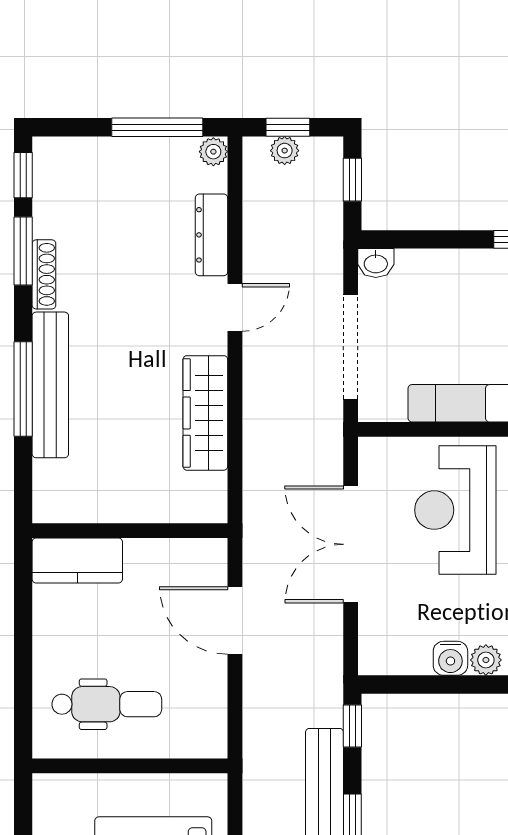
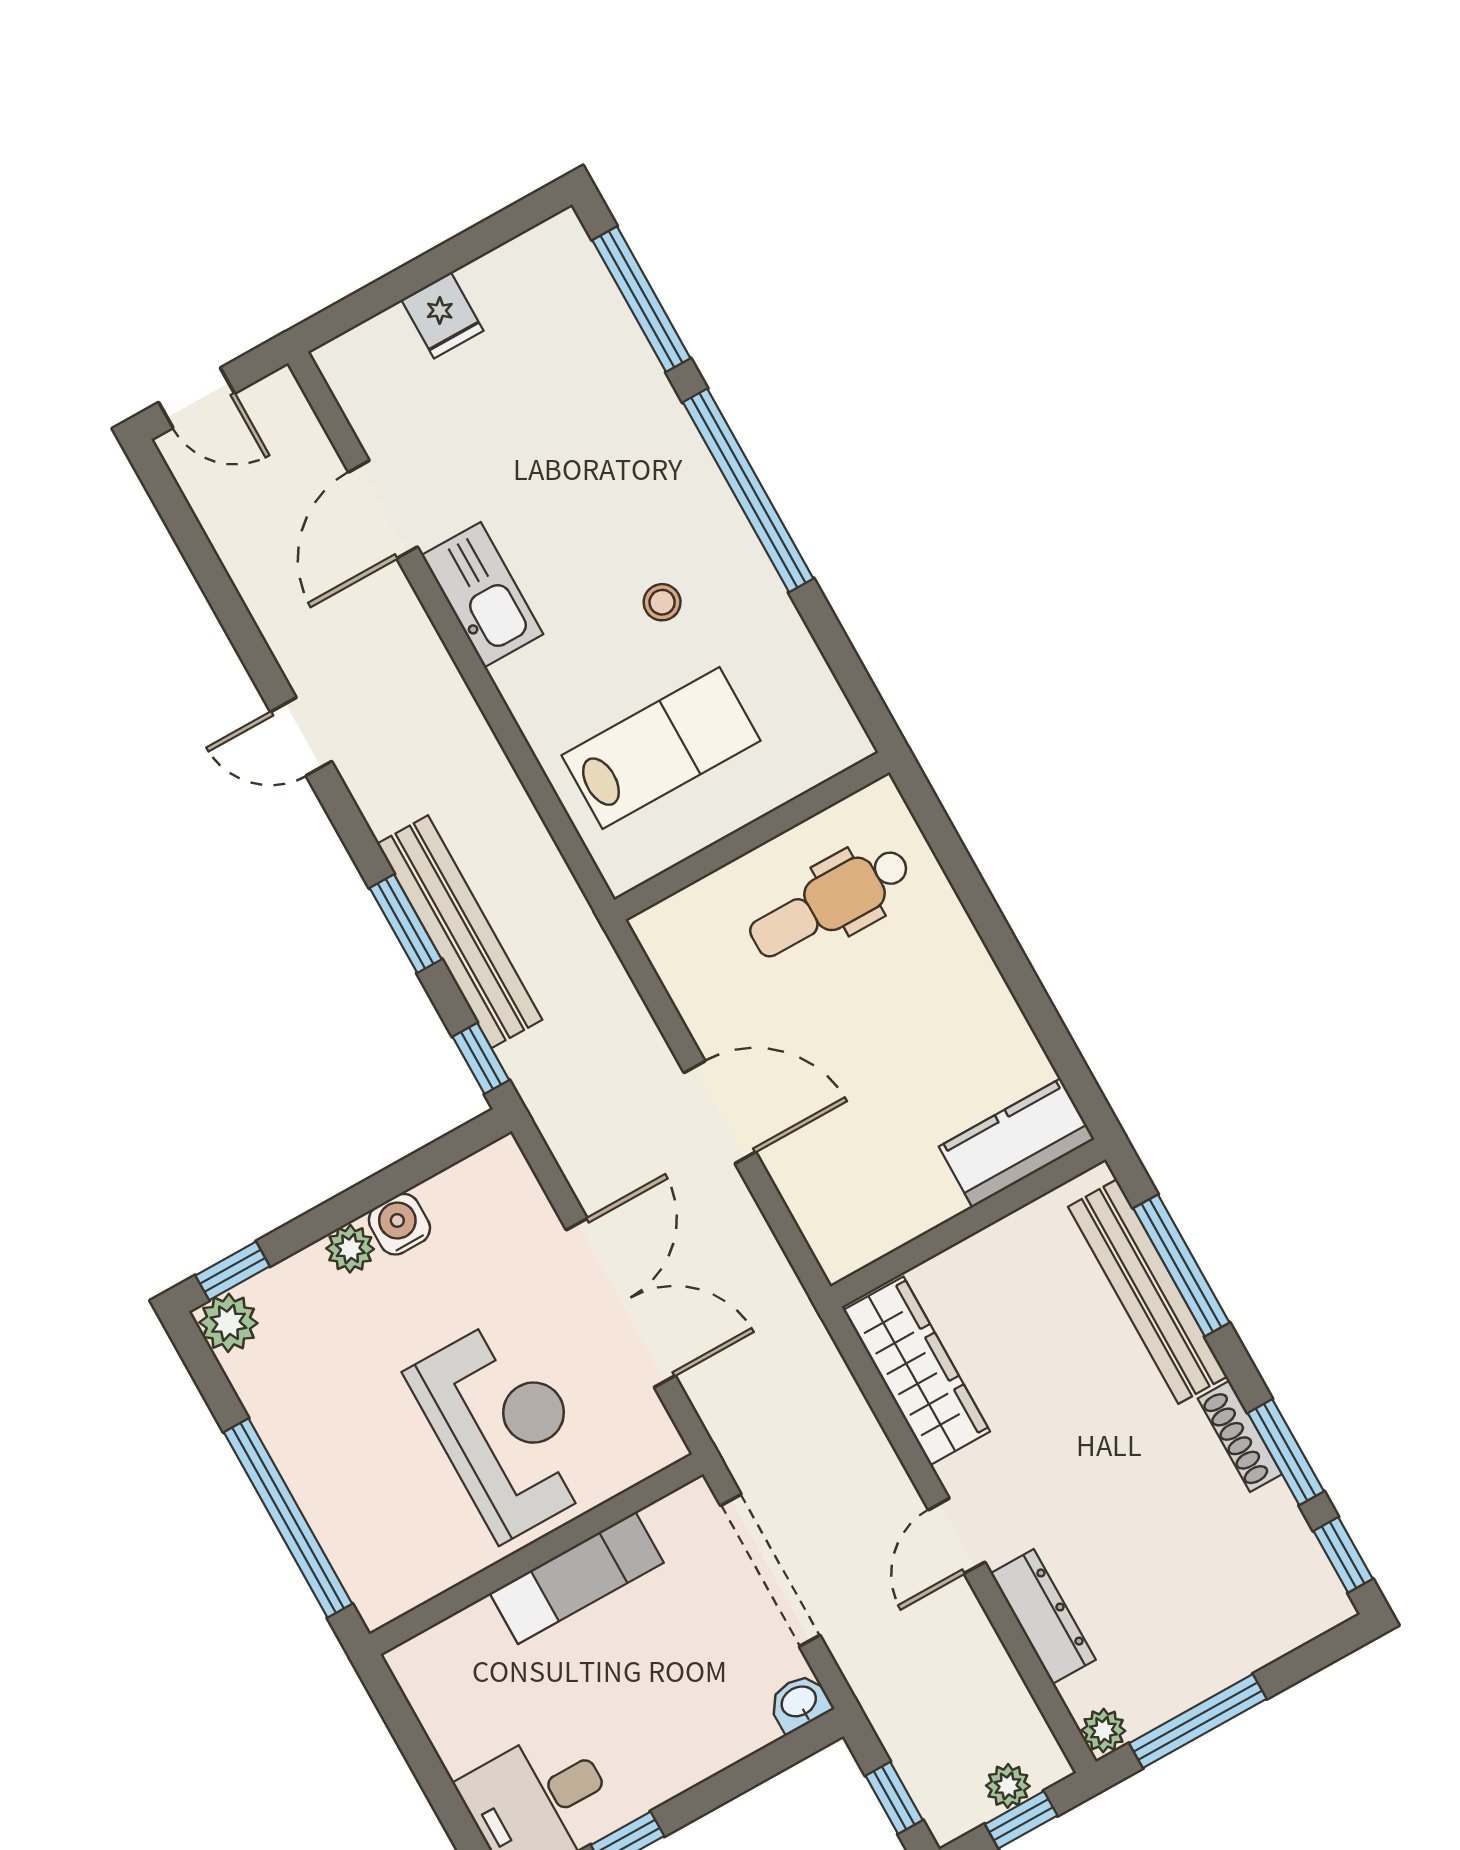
wall: (130, 531) -> (968, 1223), moved
kitchen counter: (77, 560) -> (1017, 1143), moved

